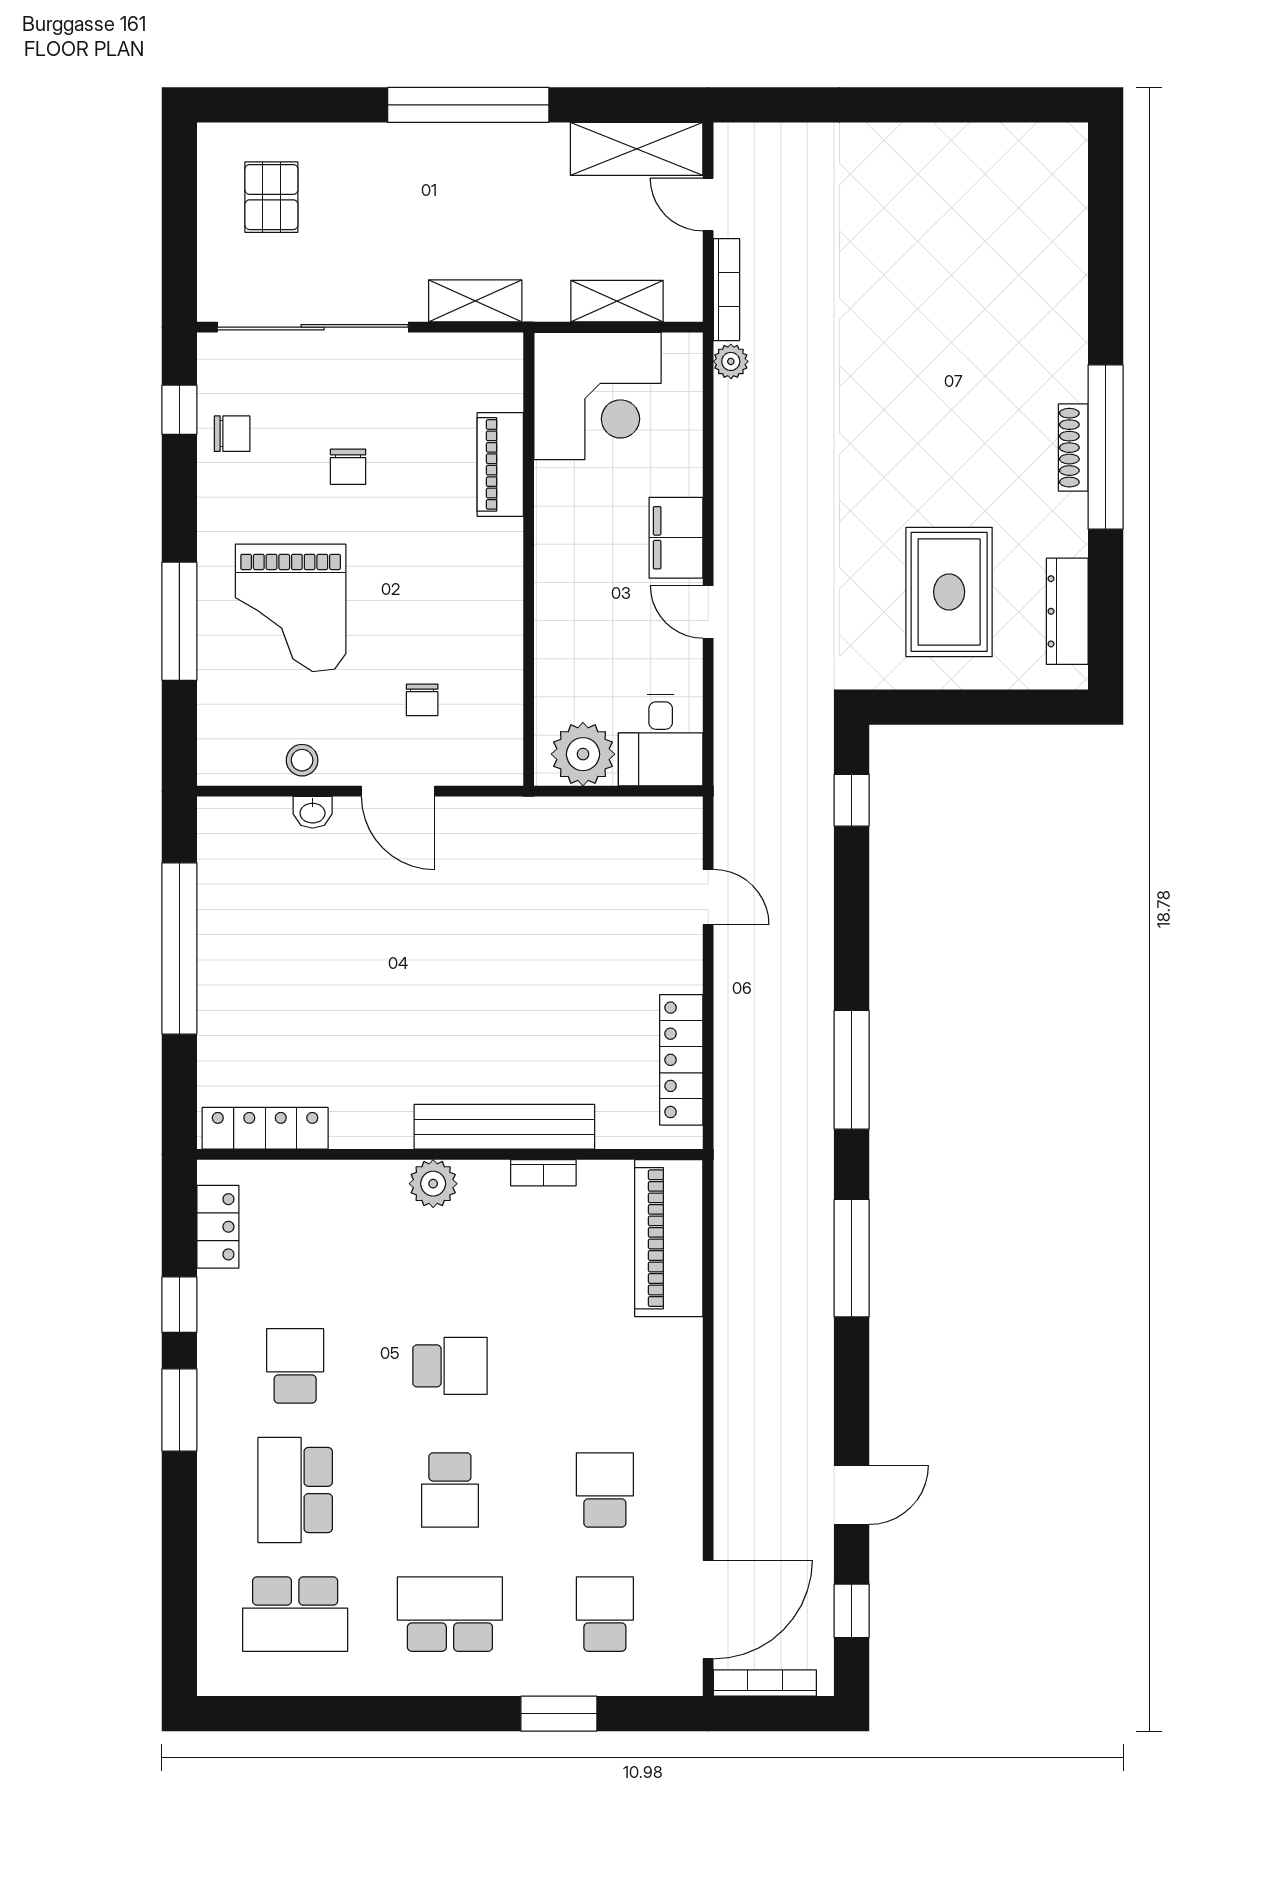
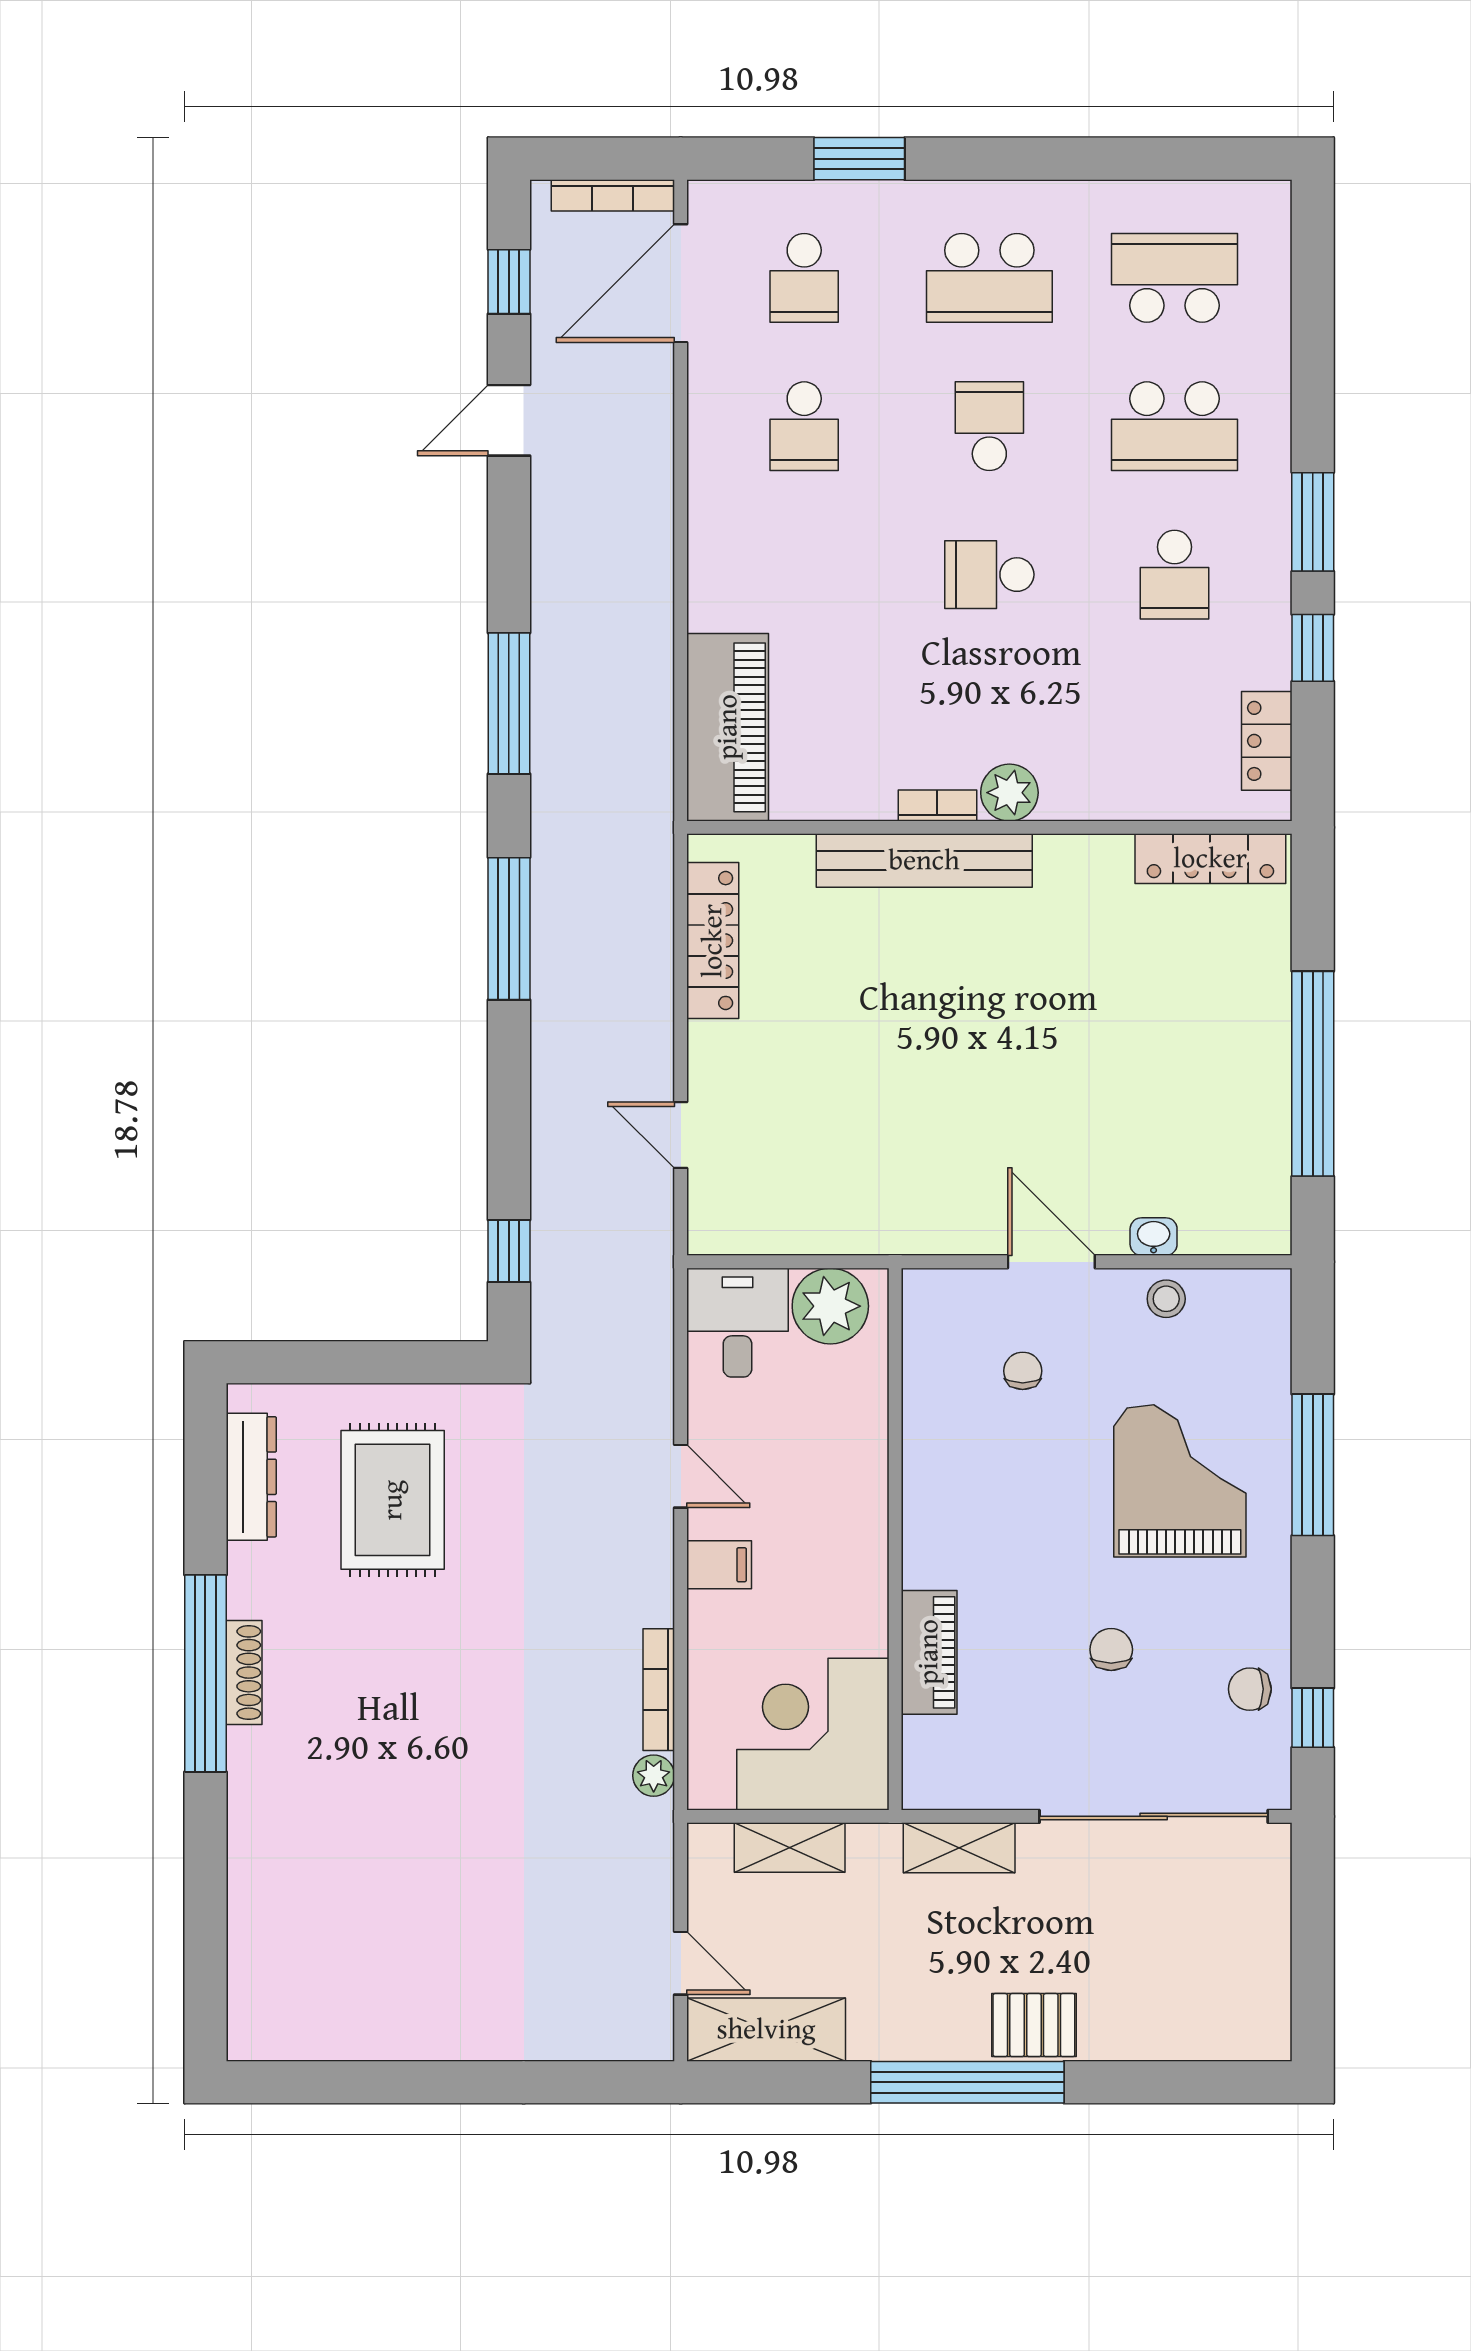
pallet: (271, 197) -> (1034, 2025), moved, turned 90
bookcase: (726, 290) -> (659, 1690), moved
filing cabinet: (676, 538) -> (719, 1565), width x0.50
bookcase: (543, 1173) -> (937, 806), moved
school desk: (295, 1490) -> (1174, 426), turned 90

